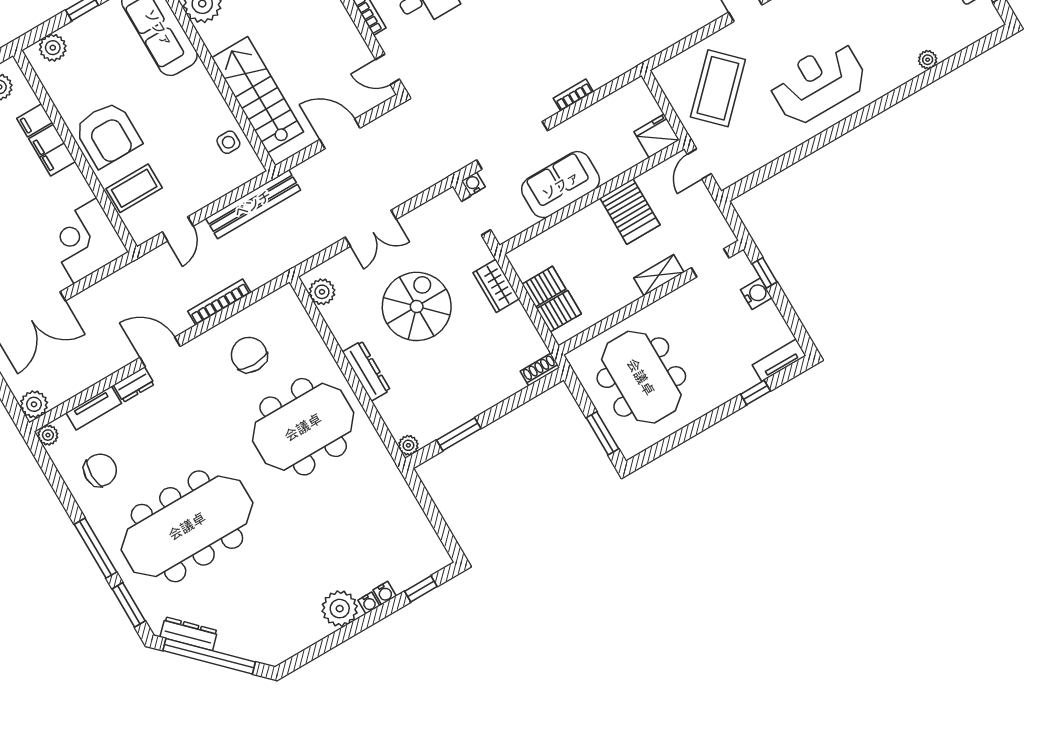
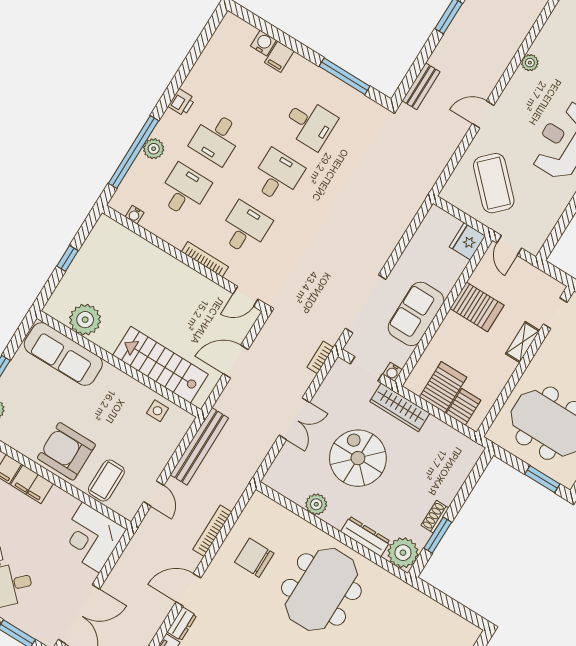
bookcase: (573, 95) -> (320, 357), moved
armchair: (108, 134) -> (66, 451), turned 180
water cooler: (473, 184) -> (393, 372), moved, turned -90
wardrobe: (496, 286) -> (400, 407), width x1.50
server rack: (544, 287) -> (443, 387), width x1.36, depth x1.44
plant: (322, 292) -> (316, 504), moved
shoe rack: (540, 369) -> (435, 517), moved
dresser: (366, 371) -> (365, 536), moved
plant: (408, 445) -> (403, 553), width x1.88, depth x1.88

